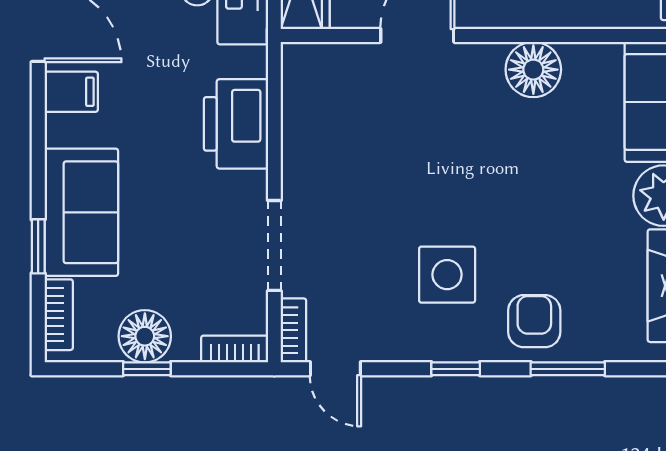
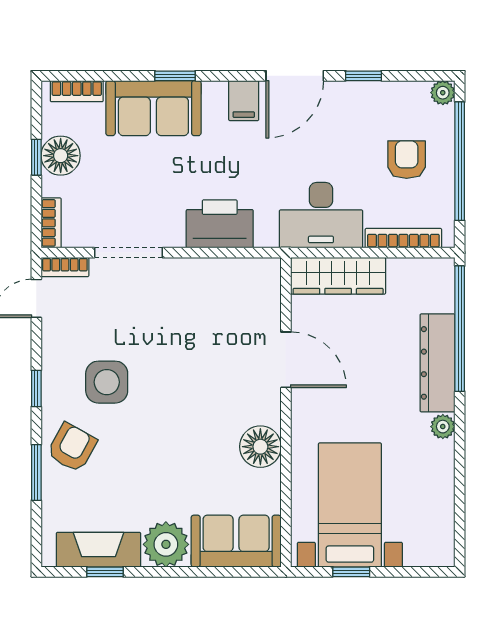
window: (38, 246) -> (175, 76), moved
armchair: (534, 321) -> (72, 447), turned -61

